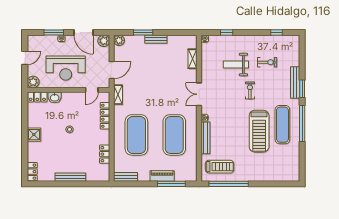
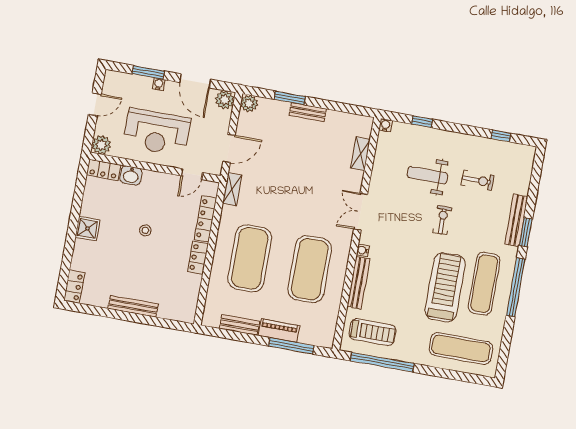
treadmill: (259, 131) -> (445, 287), turned 180
locker: (105, 154) -> (198, 258), moved
exercise mat: (275, 167) -> (461, 348), added
bench: (126, 177) -> (239, 325), moved

